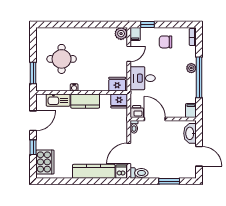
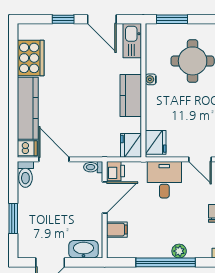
kitchen sink: (58, 100) -> (132, 41), moved
filing cabinet: (191, 111) -> (117, 230), moved
cooker: (45, 162) -> (31, 58), moved, turned -90

